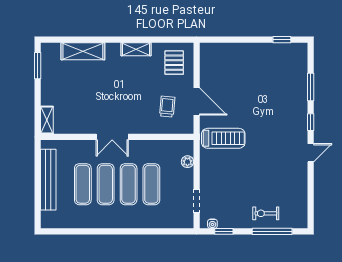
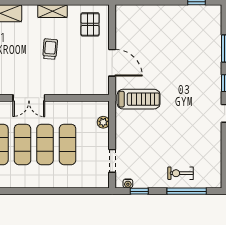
trolley: (167, 107) -> (50, 49), moved

